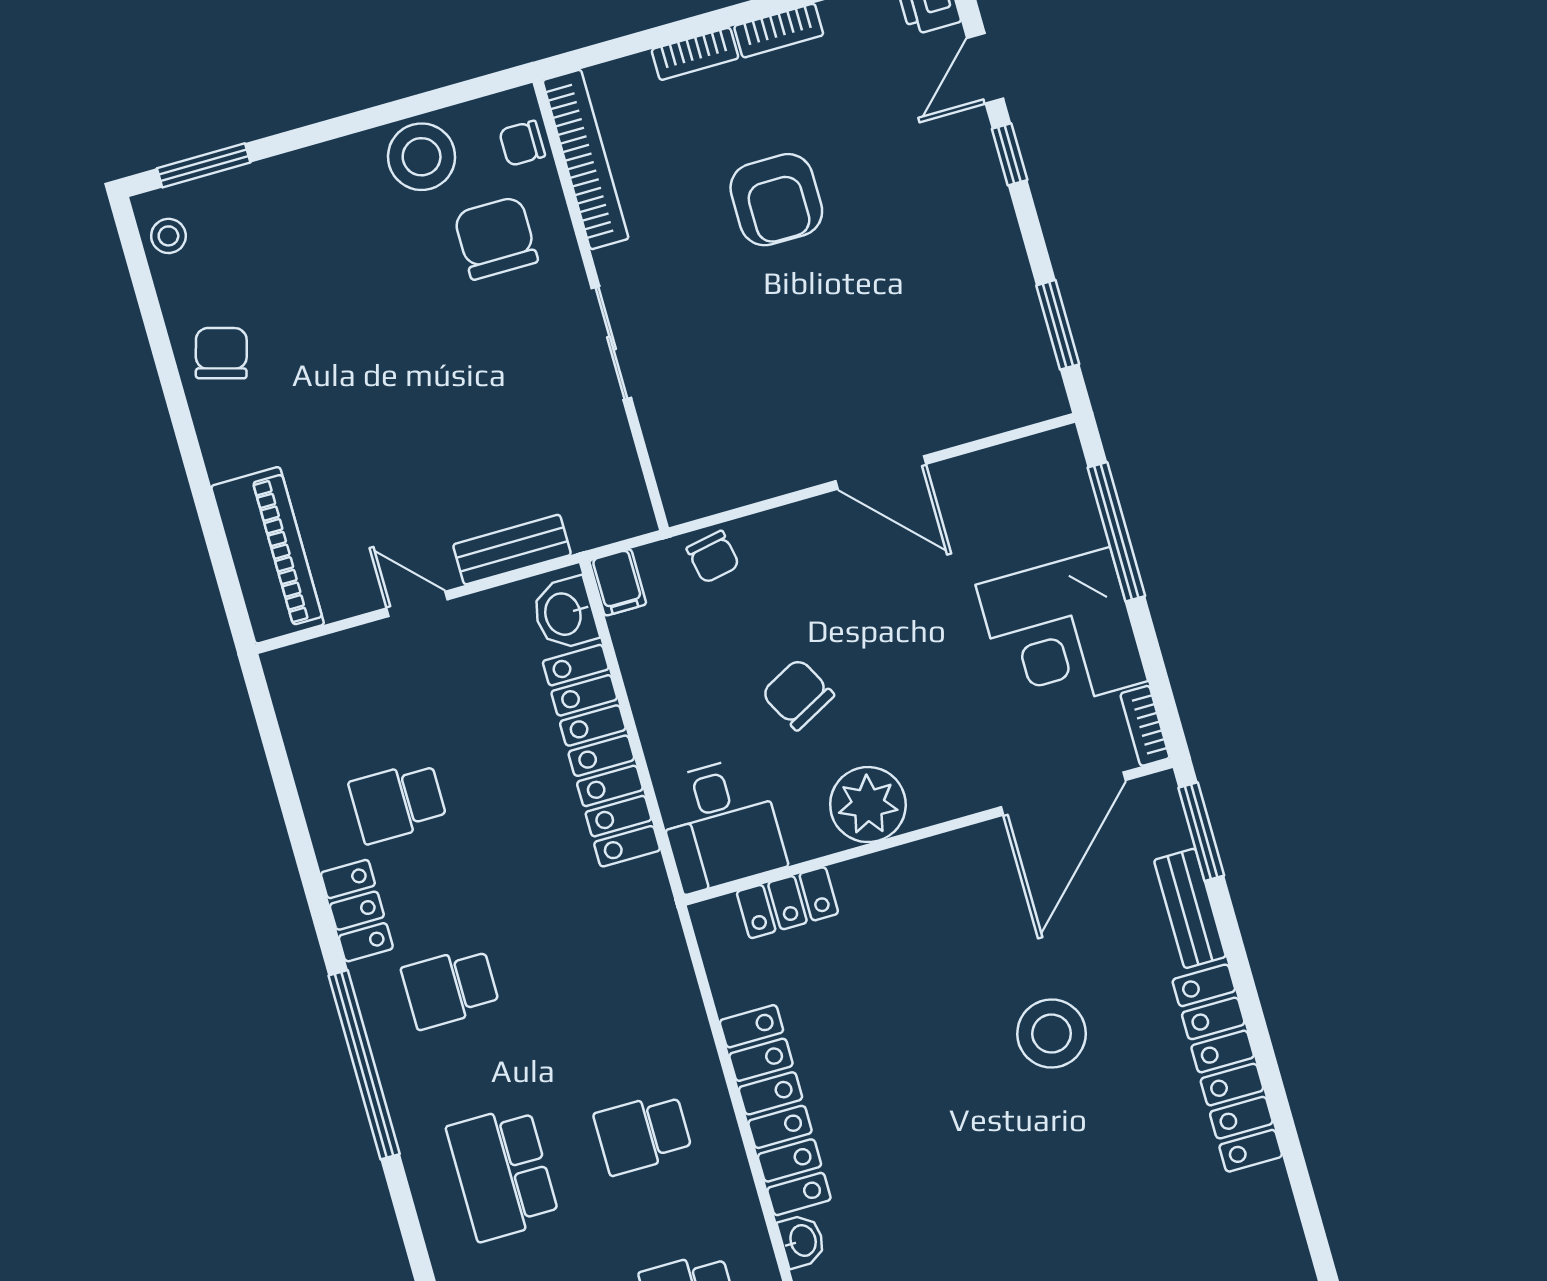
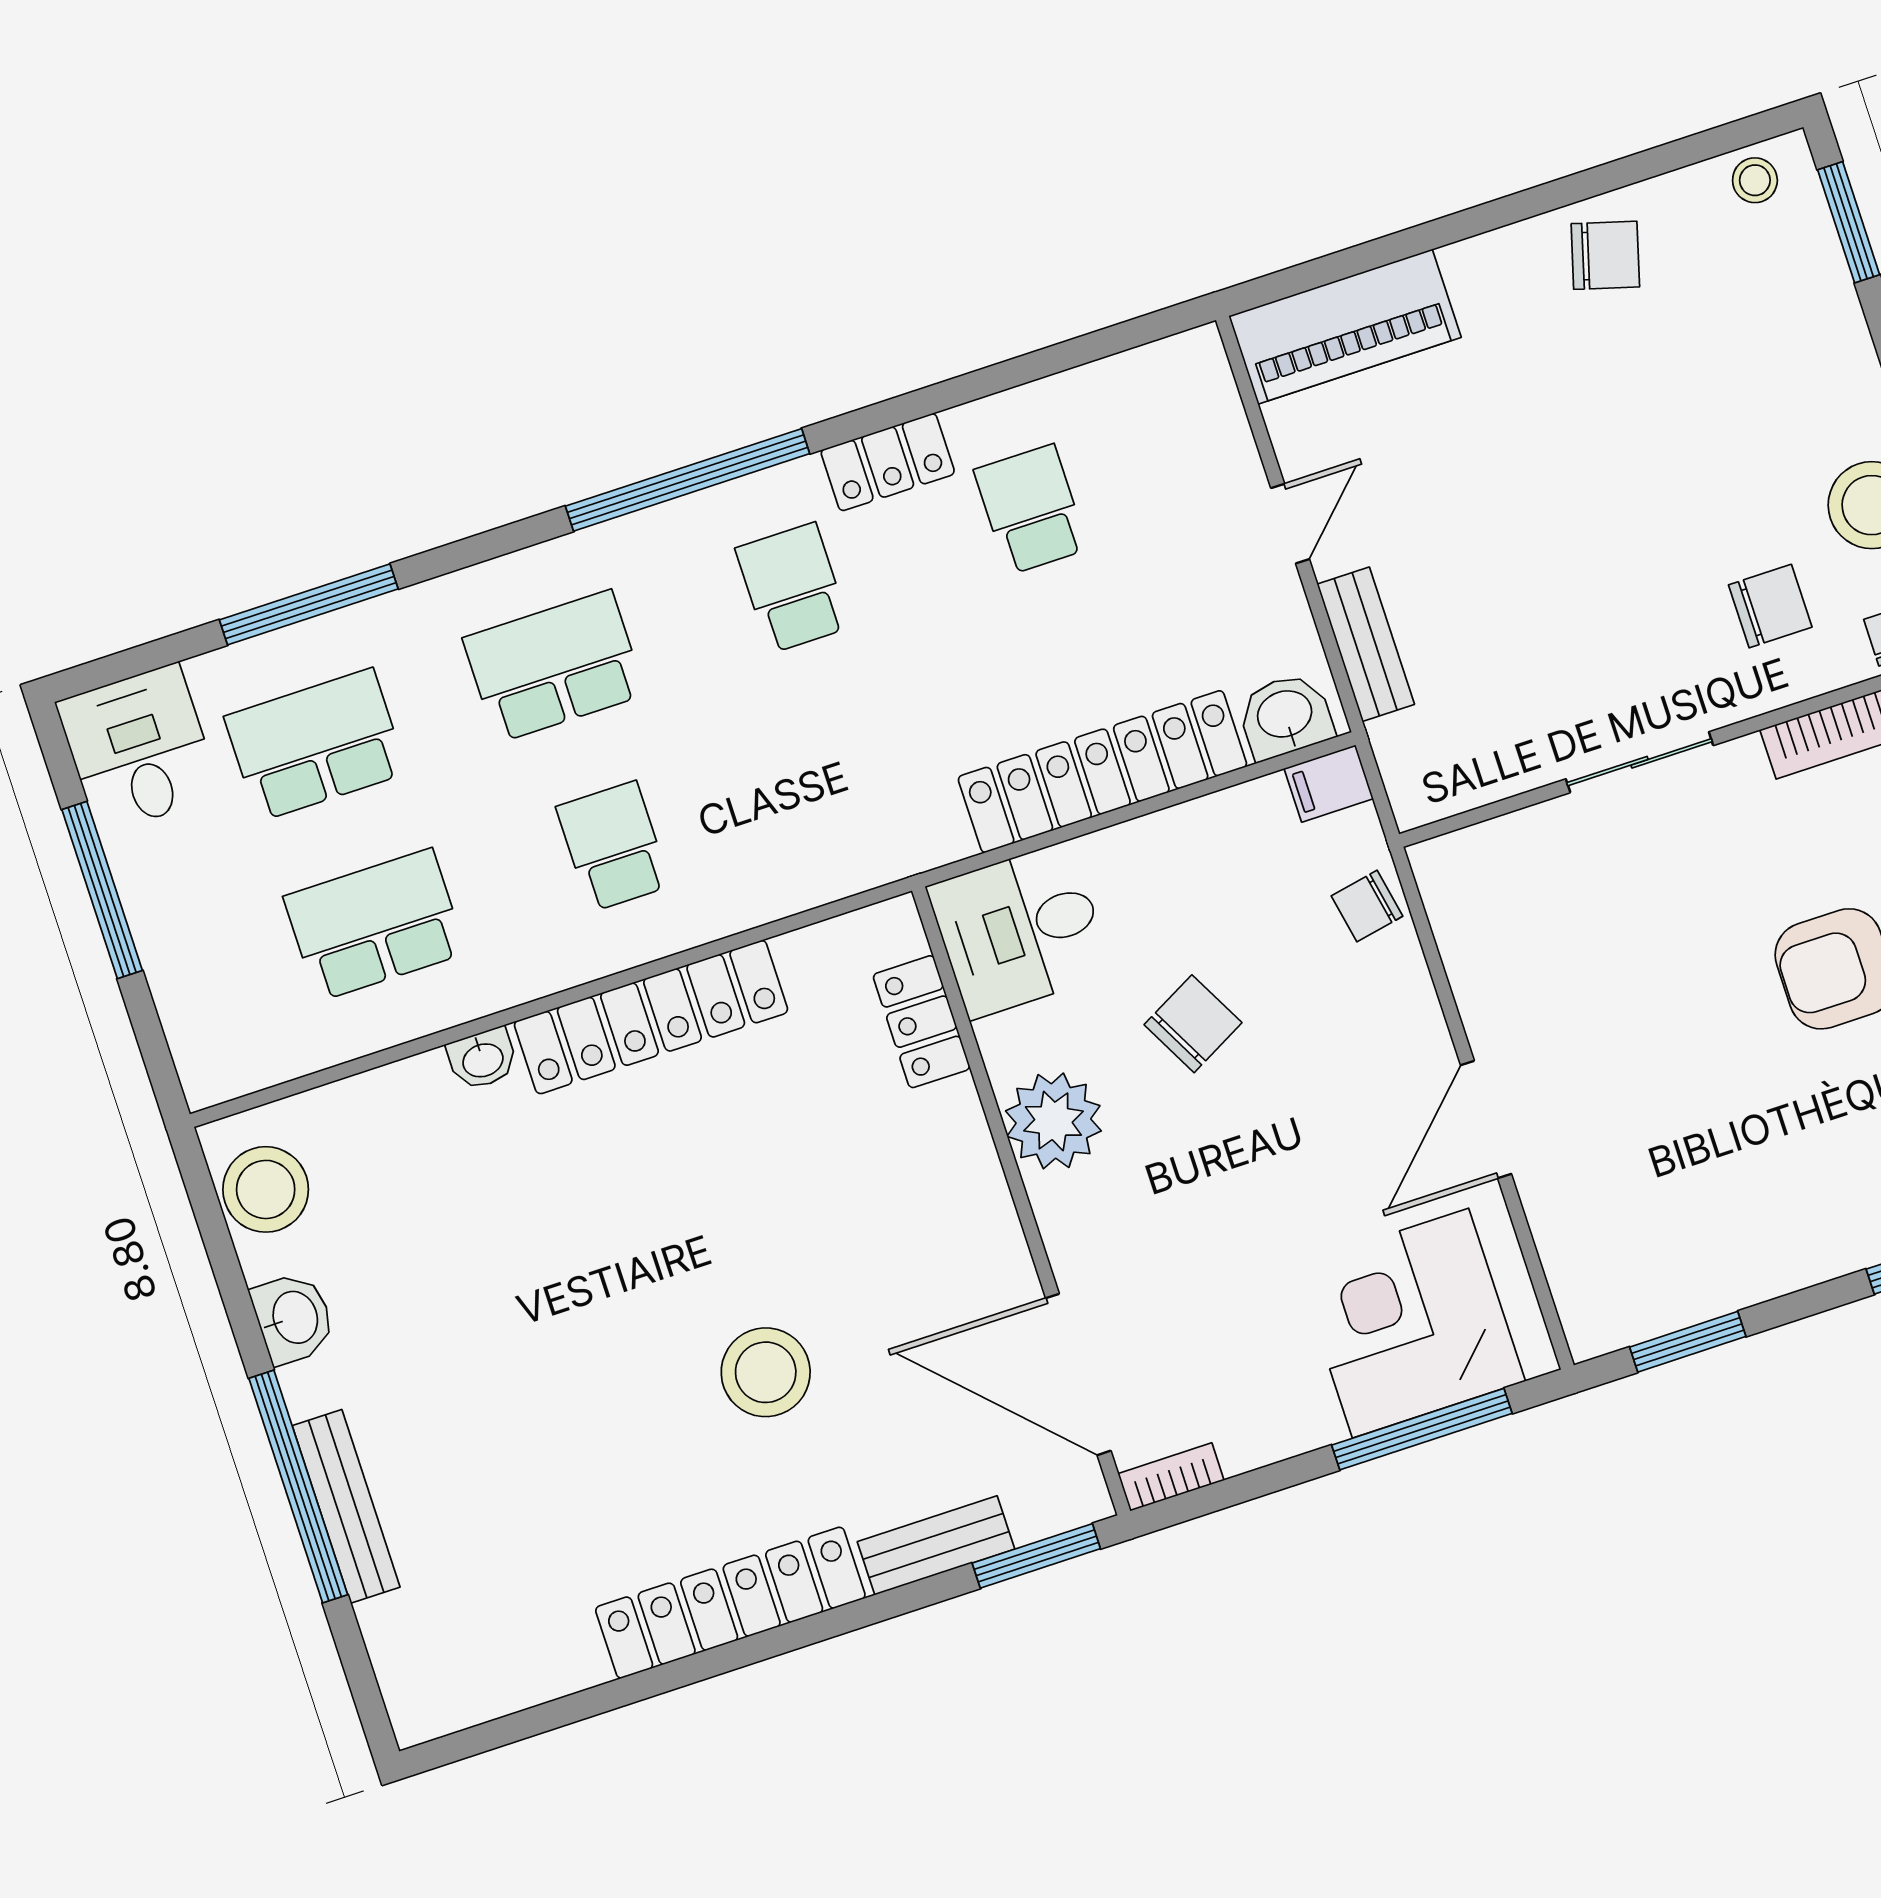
chair: (496, 238) -> (1770, 606), width x0.73, depth x0.73
corner desk: (1062, 633) -> (1411, 1323), moved

